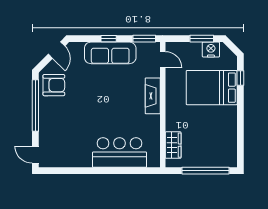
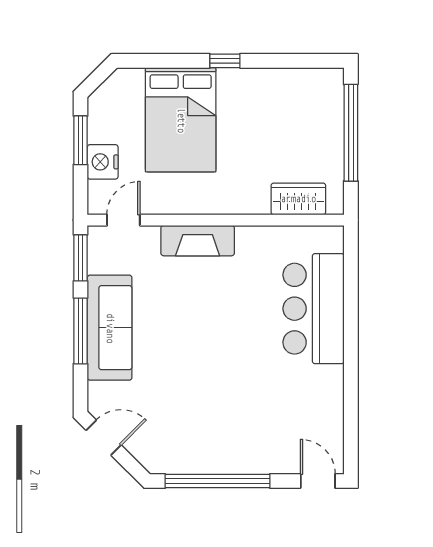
window: (109, 39) -> (81, 331), width x2.17
nightstand: (211, 50) -> (103, 162), moved
window: (240, 78) -> (225, 61), moved
armchair: (54, 85) -> (176, 443), removed
door: (35, 155) -> (318, 481), swing flipped

